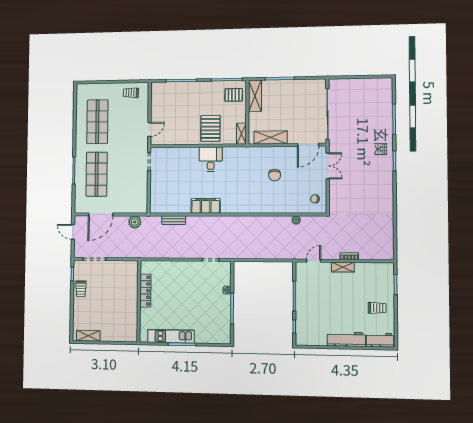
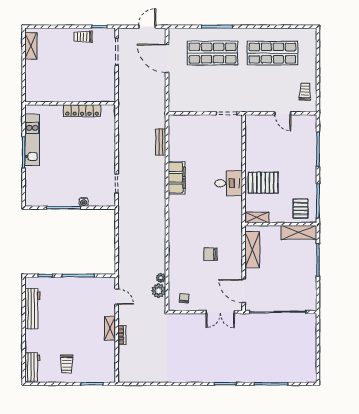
door: (149, 129) -> (283, 113), moved
plant: (135, 222) -> (159, 291), moved
workbench: (346, 339) -> (32, 309), moved

